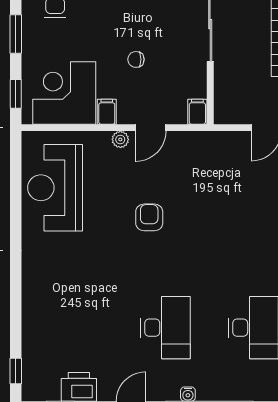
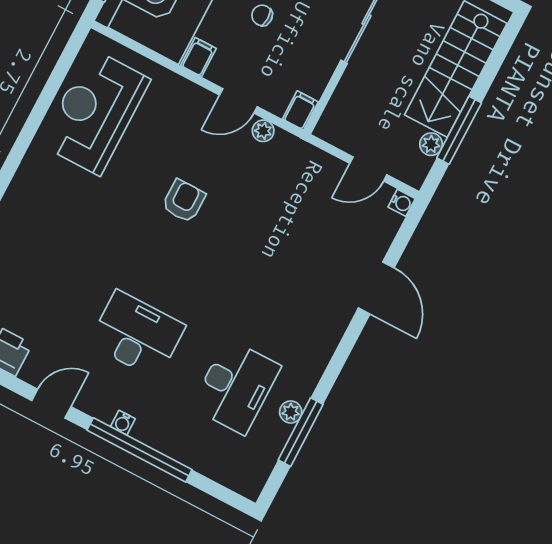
plant: (120, 139) -> (263, 131), moved
desk: (165, 328) -> (137, 335), turned -90

